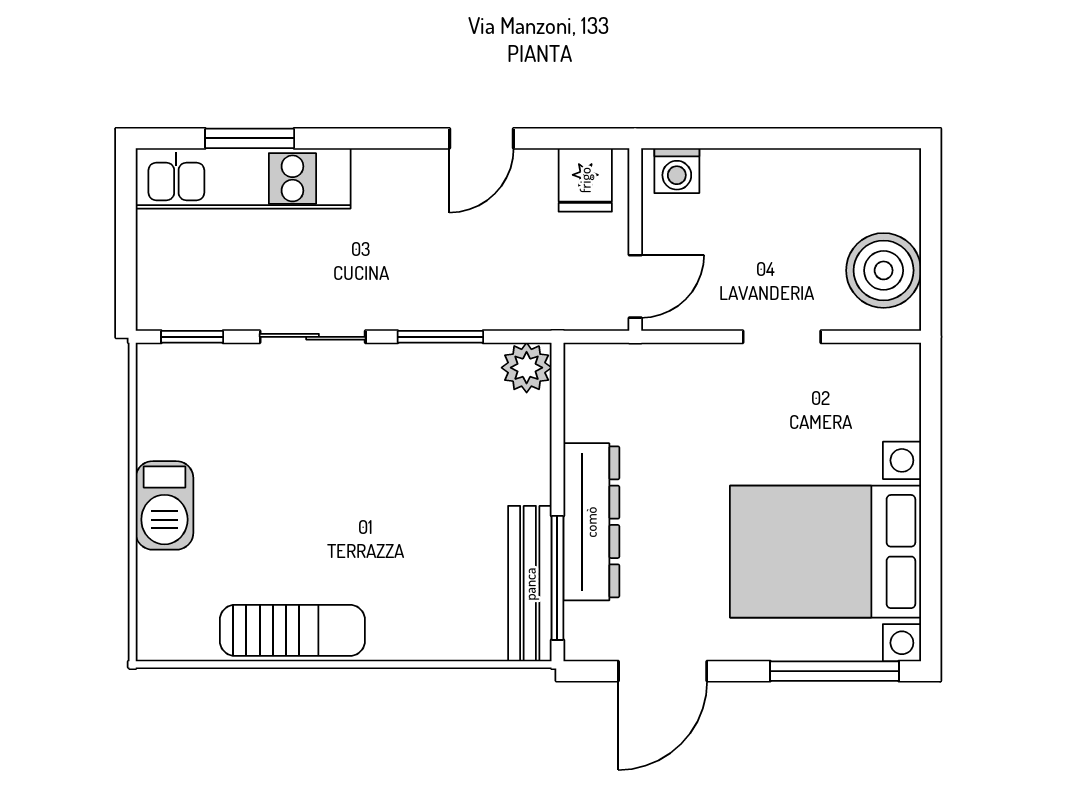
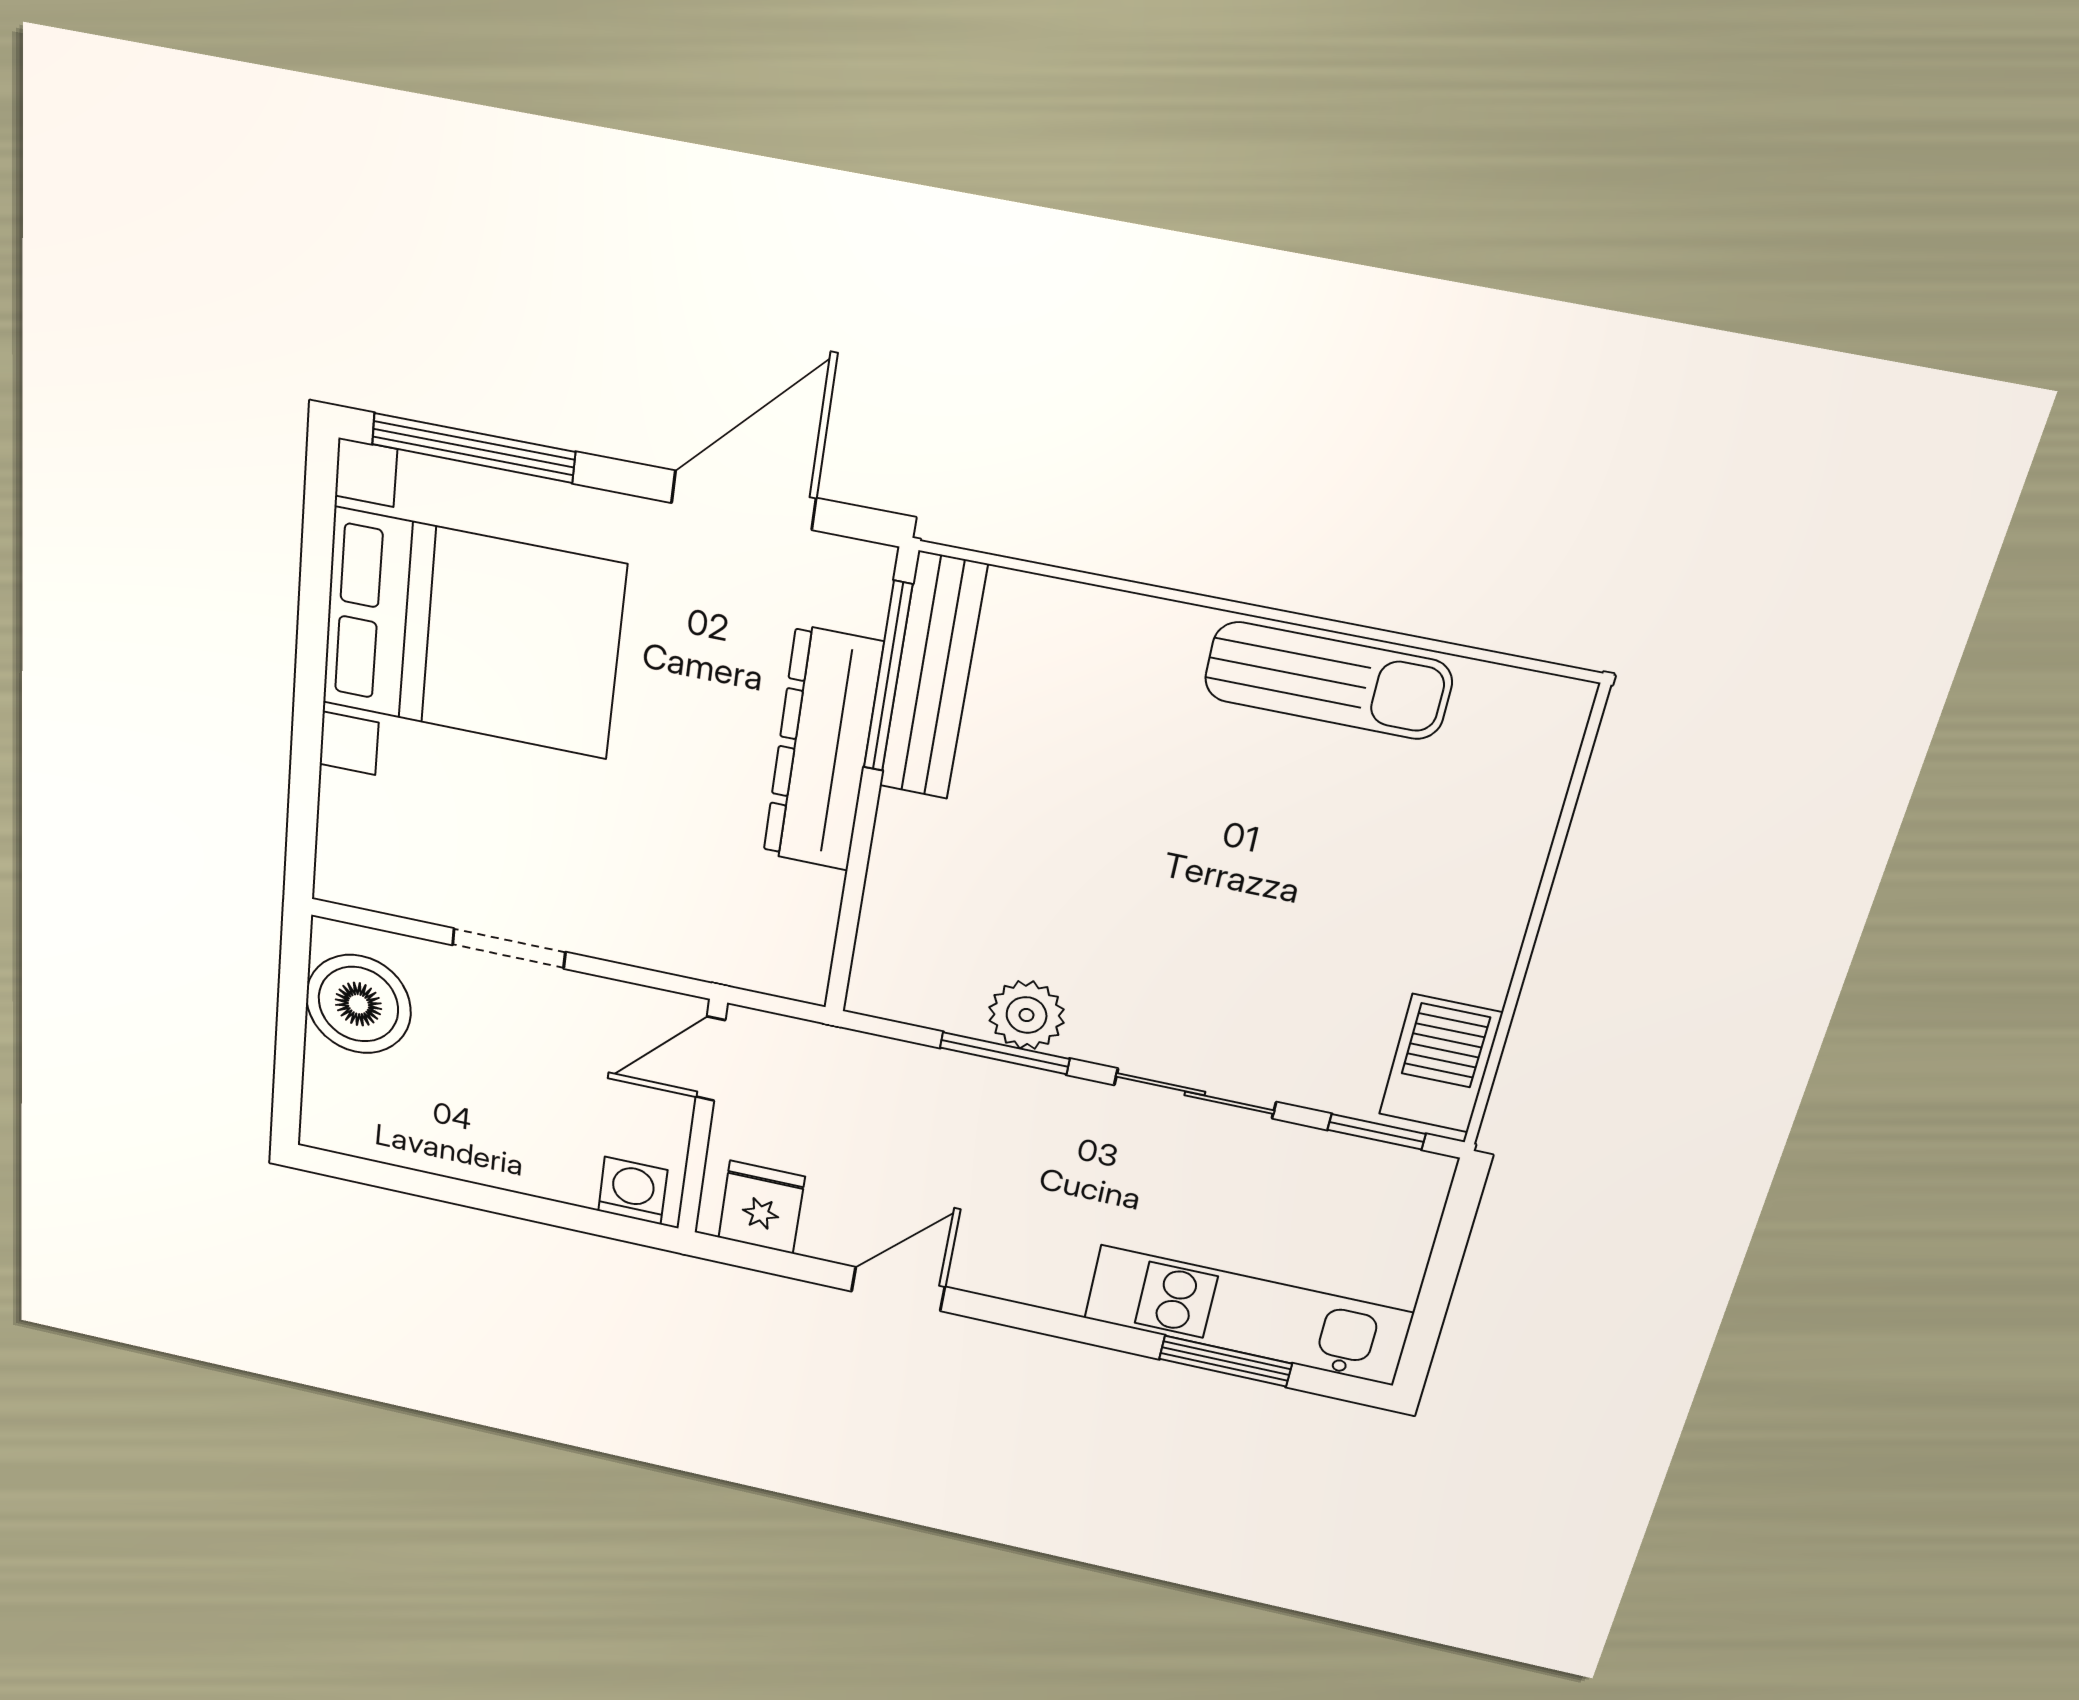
plant: (527, 368) -> (1027, 1015), moved
barbecue: (164, 505) -> (1441, 1064), moved
sun lounger: (292, 630) -> (1328, 681), turned 180

